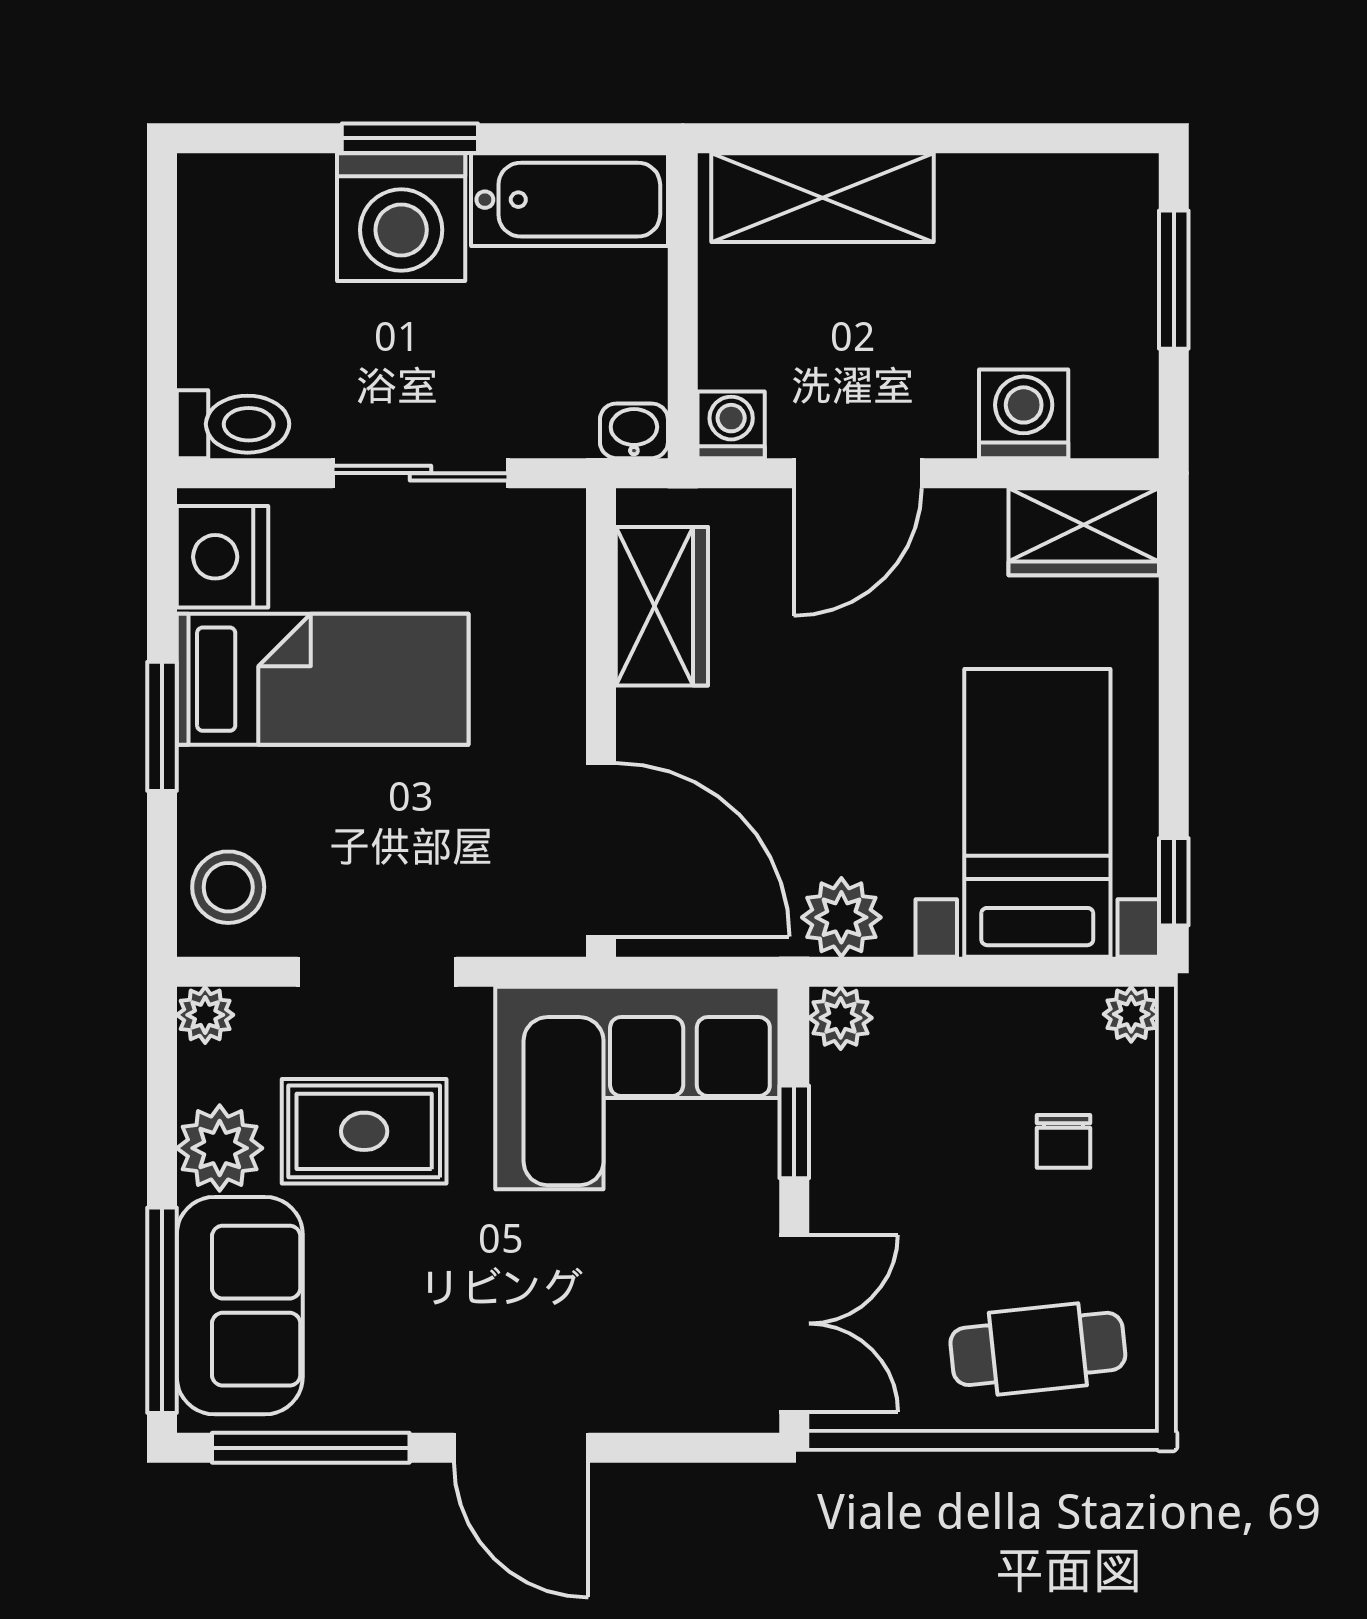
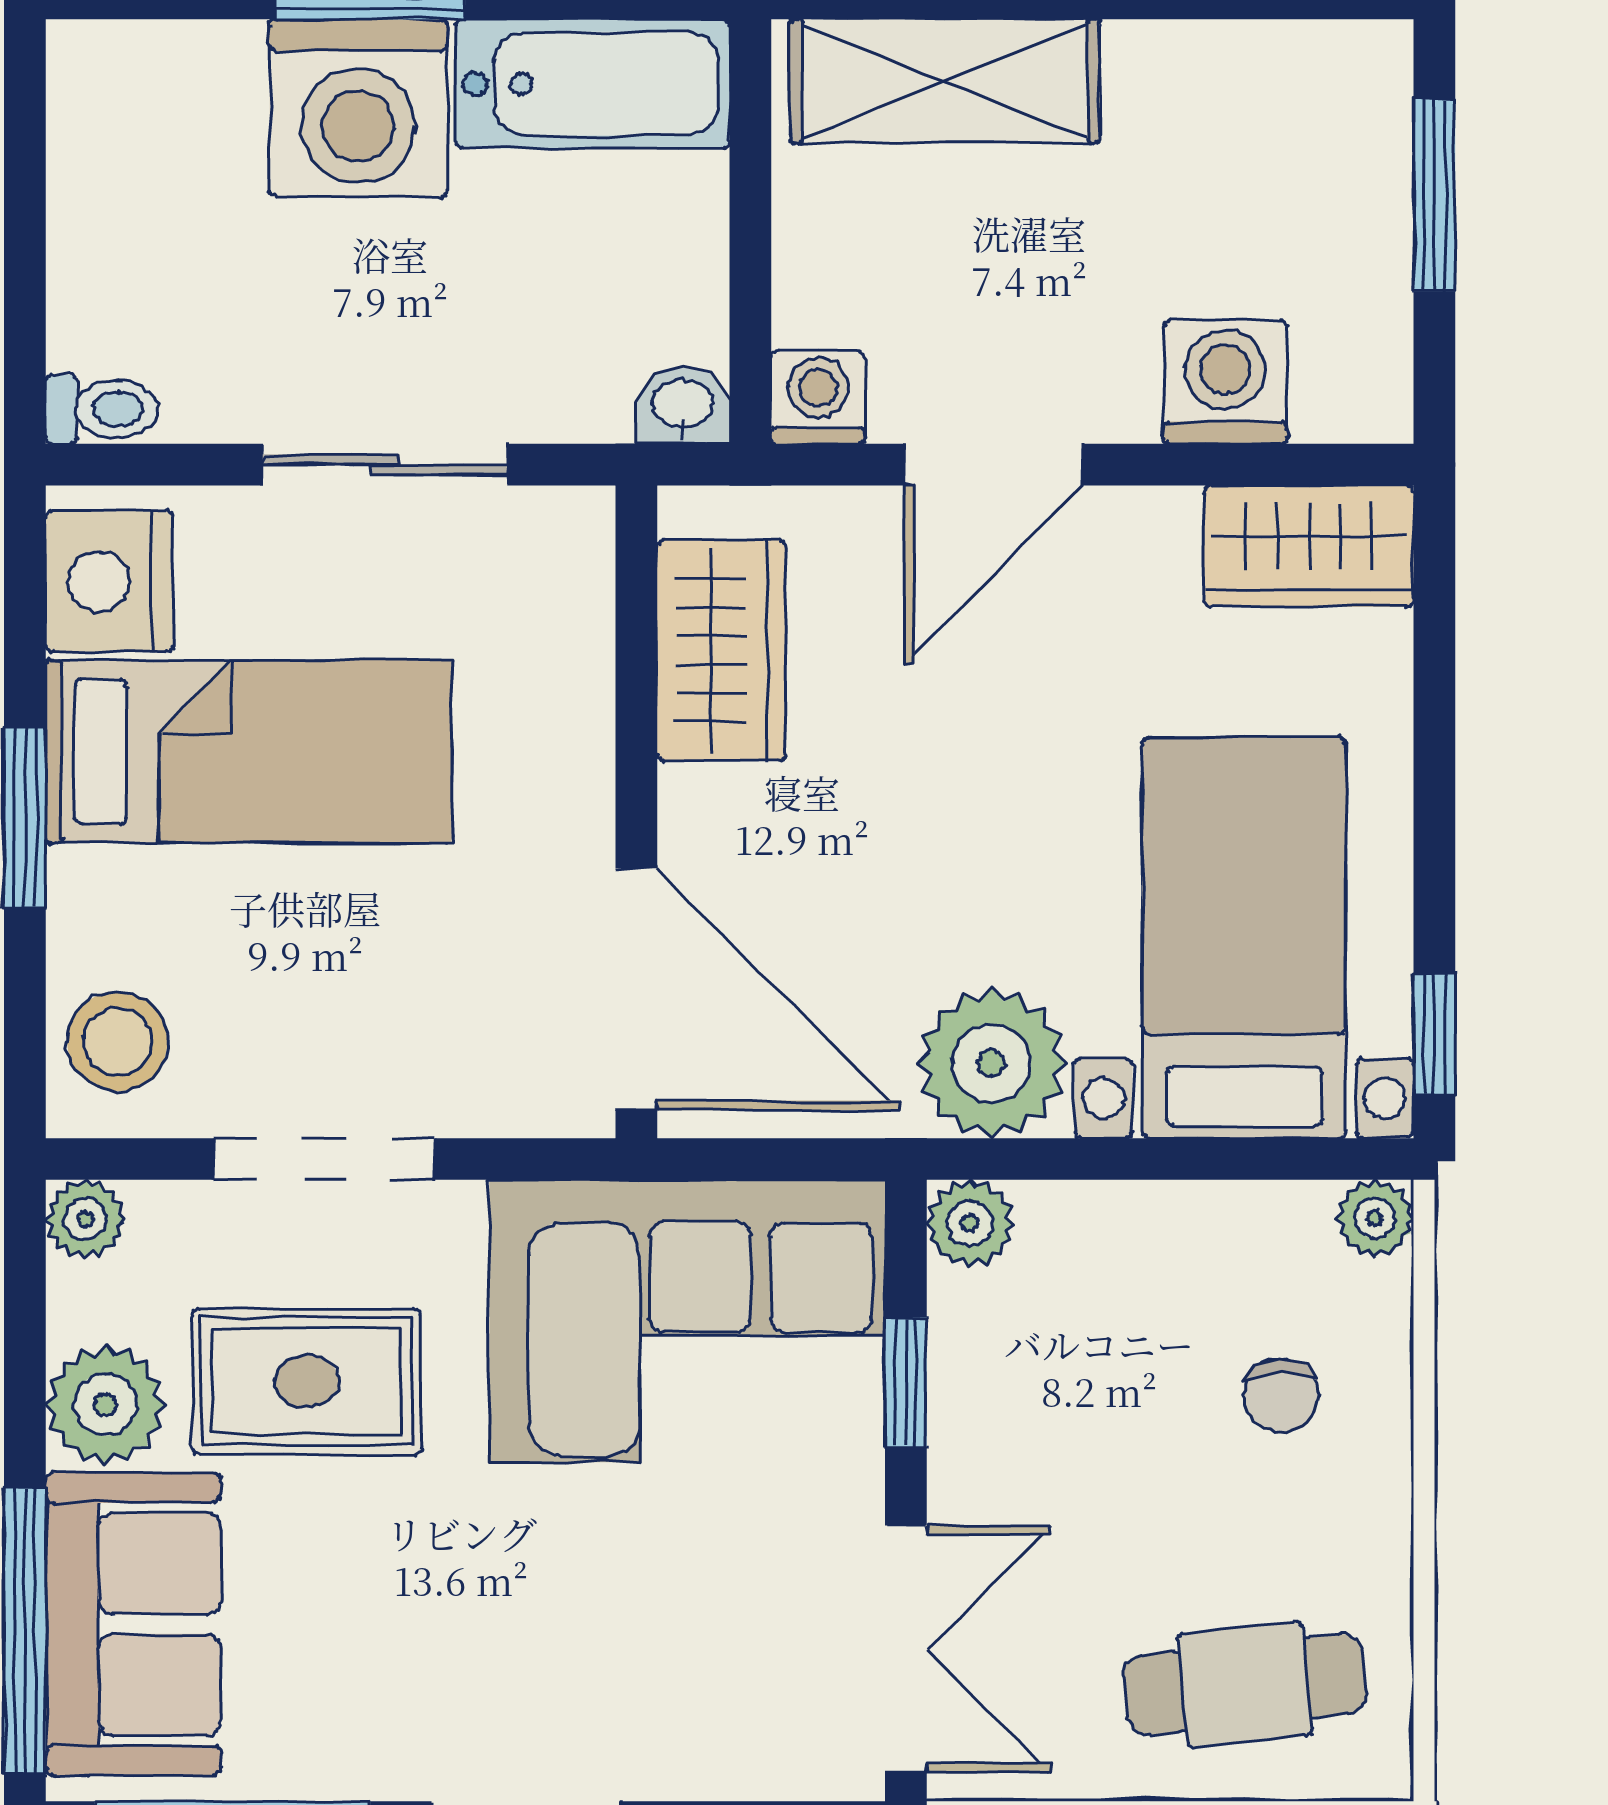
toilet: (233, 424) -> (102, 409), width x0.73, depth x0.72
plant: (841, 917) -> (991, 1063), width x1.36, depth x1.36

